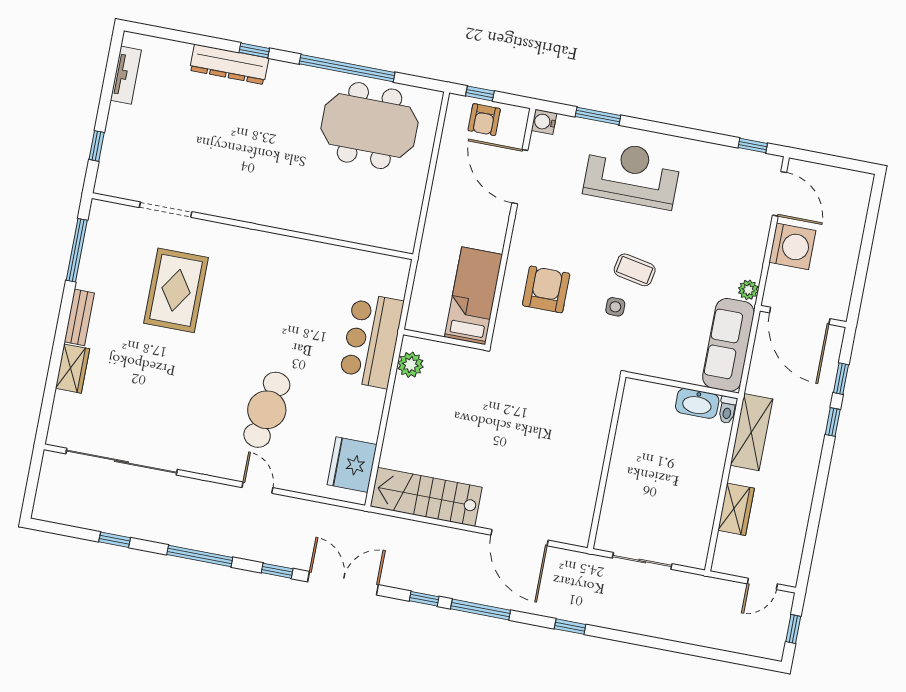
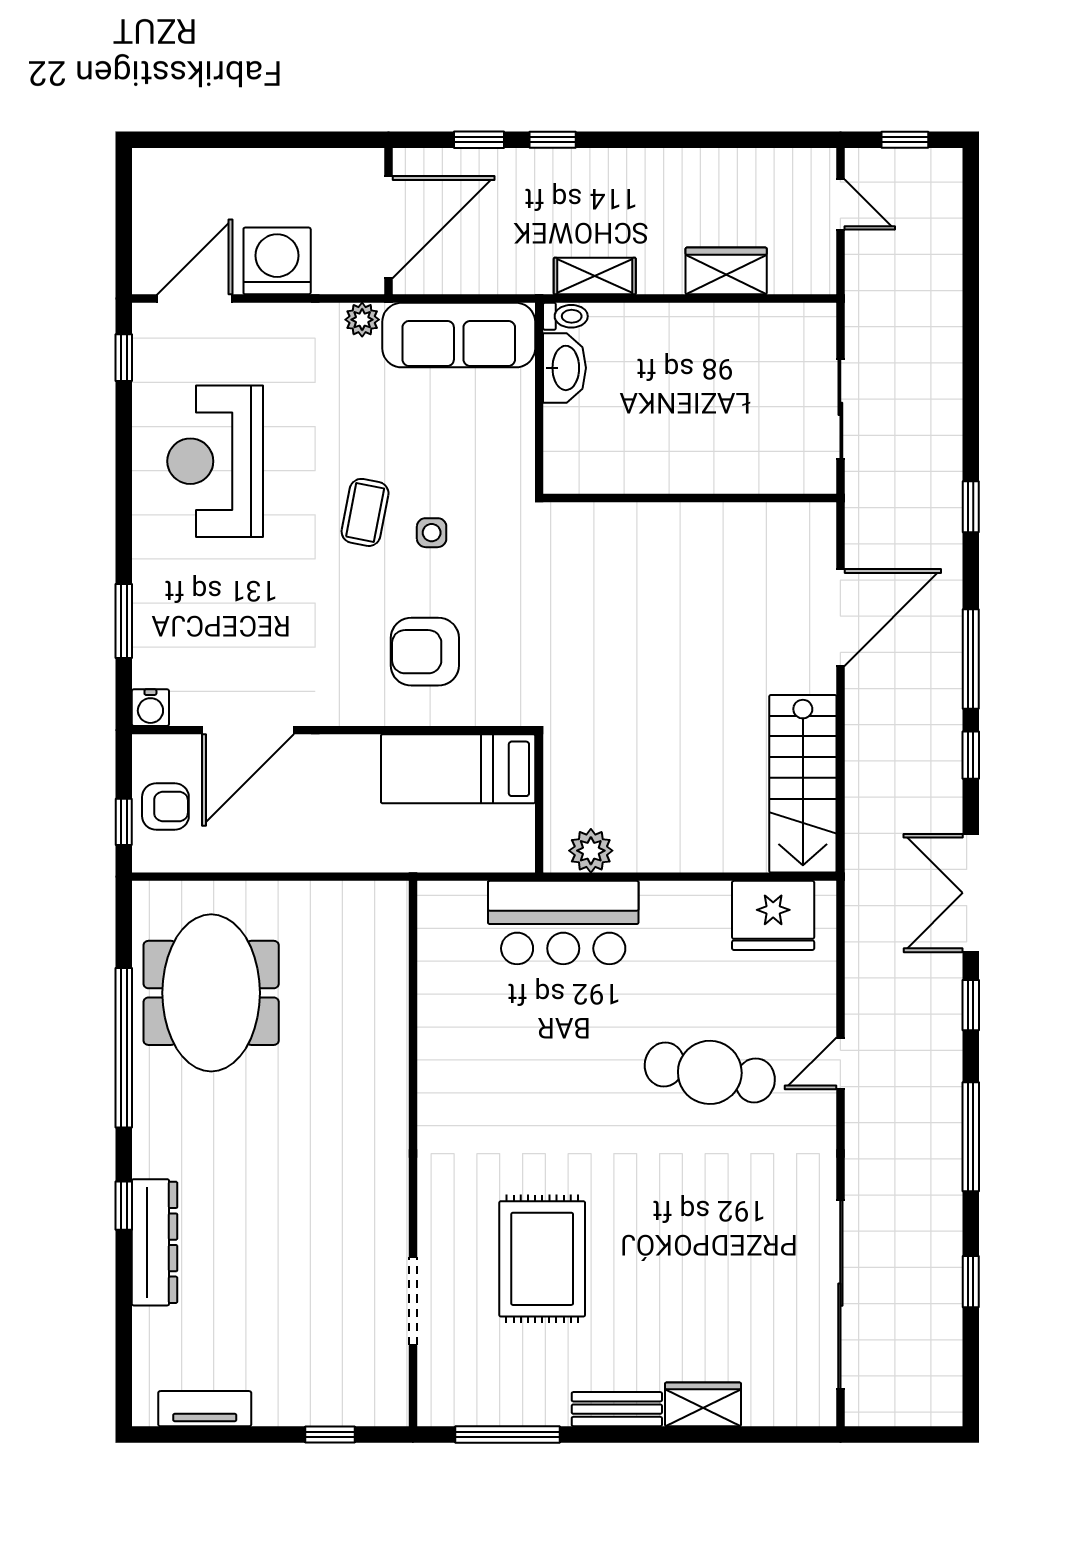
reception desk: (632, 174) -> (215, 461), moved
rug: (176, 290) -> (542, 1259), turned 90
shelving: (751, 432) -> (595, 276), width x0.67, depth x0.75

